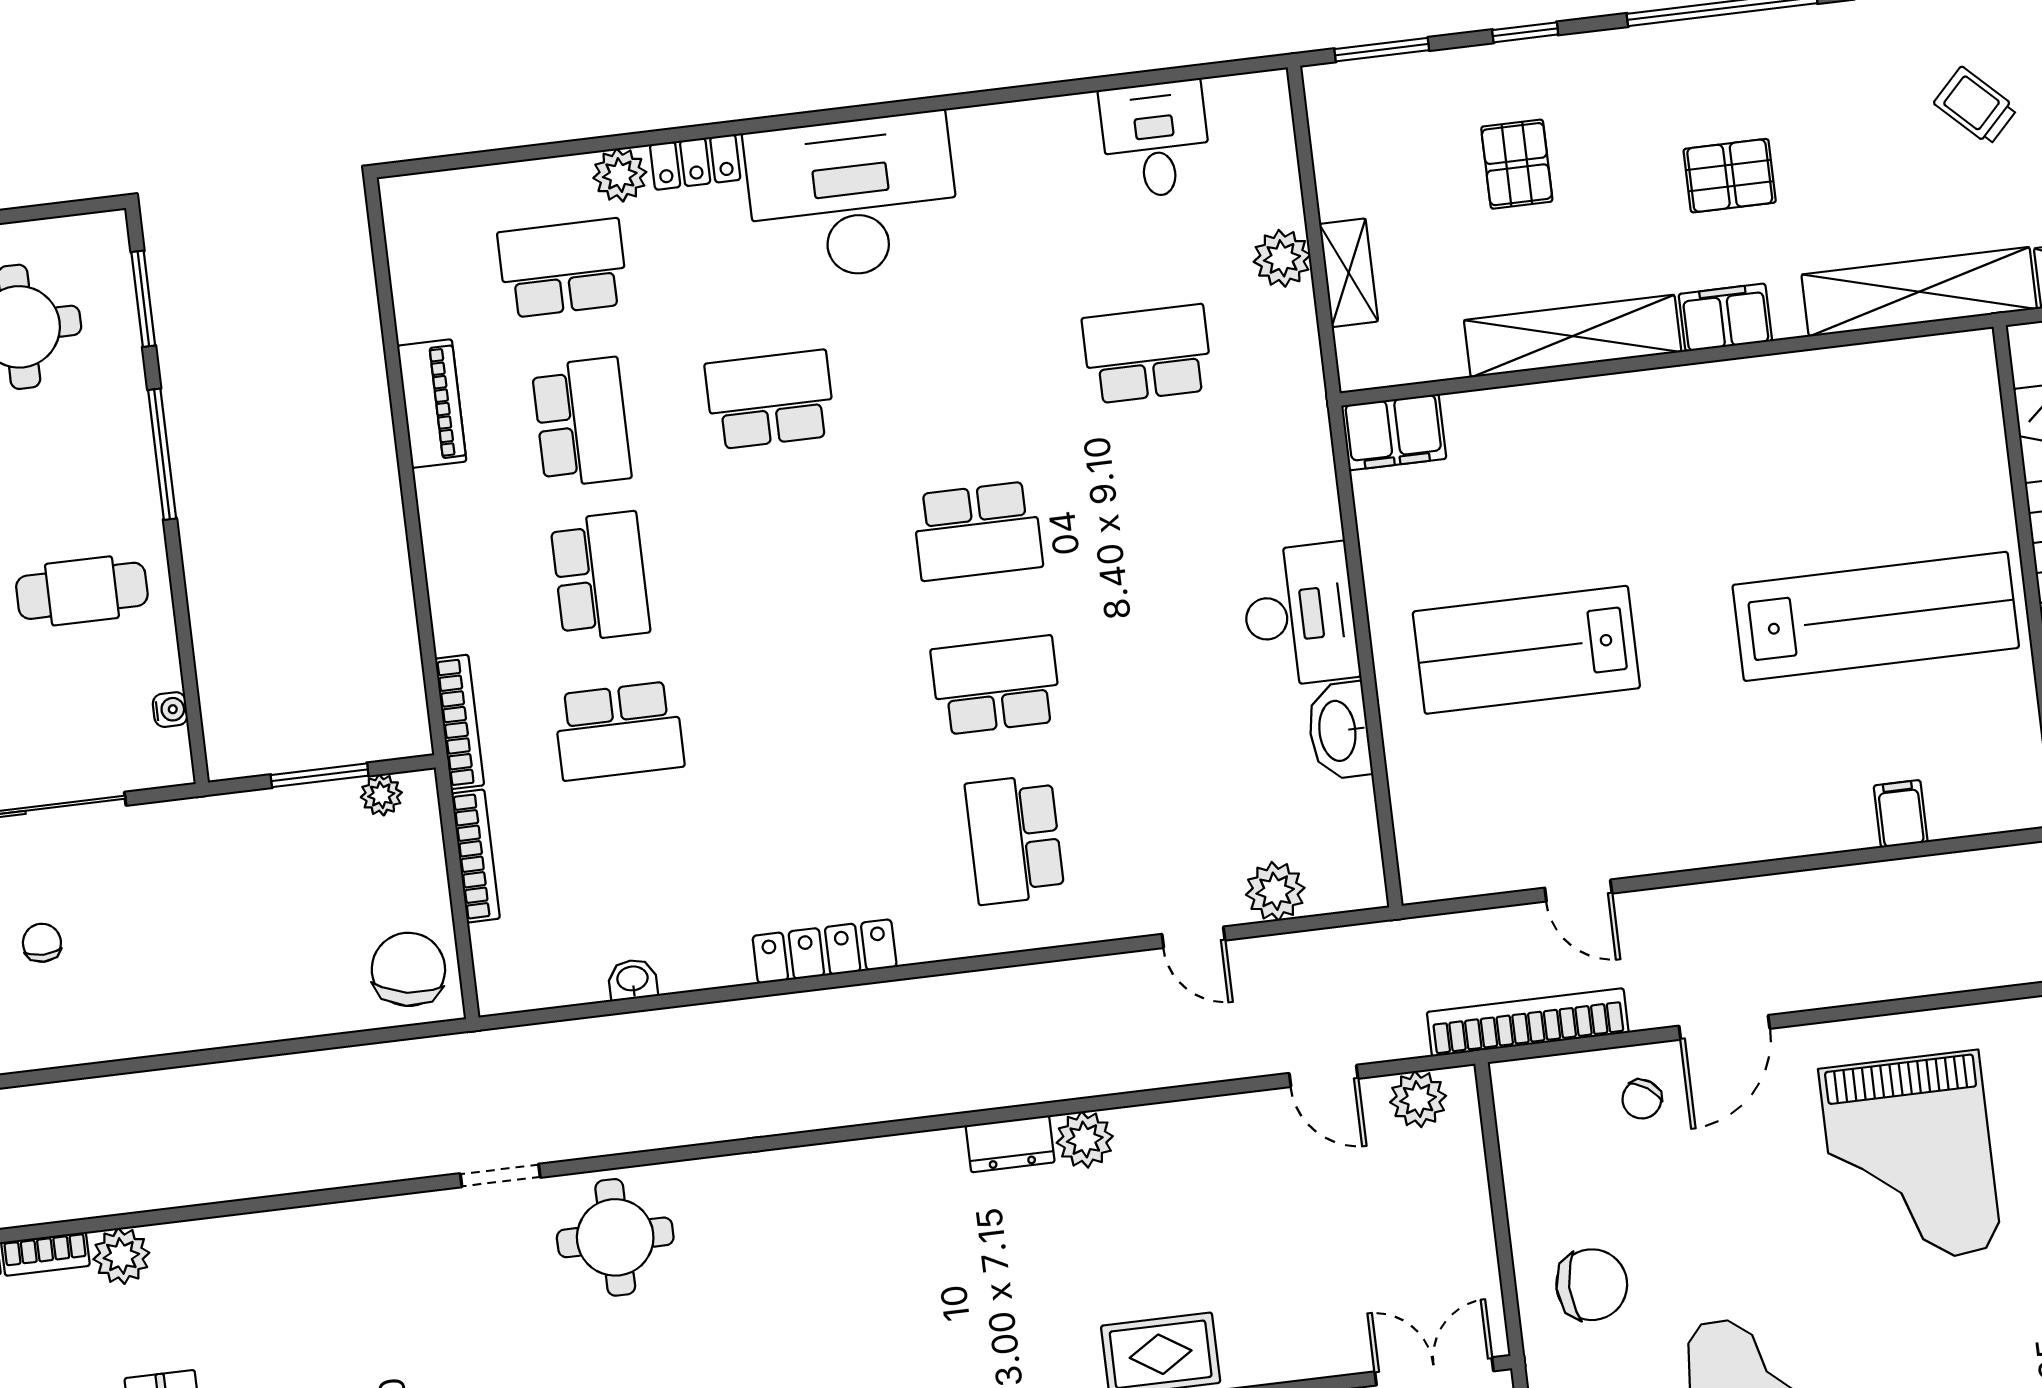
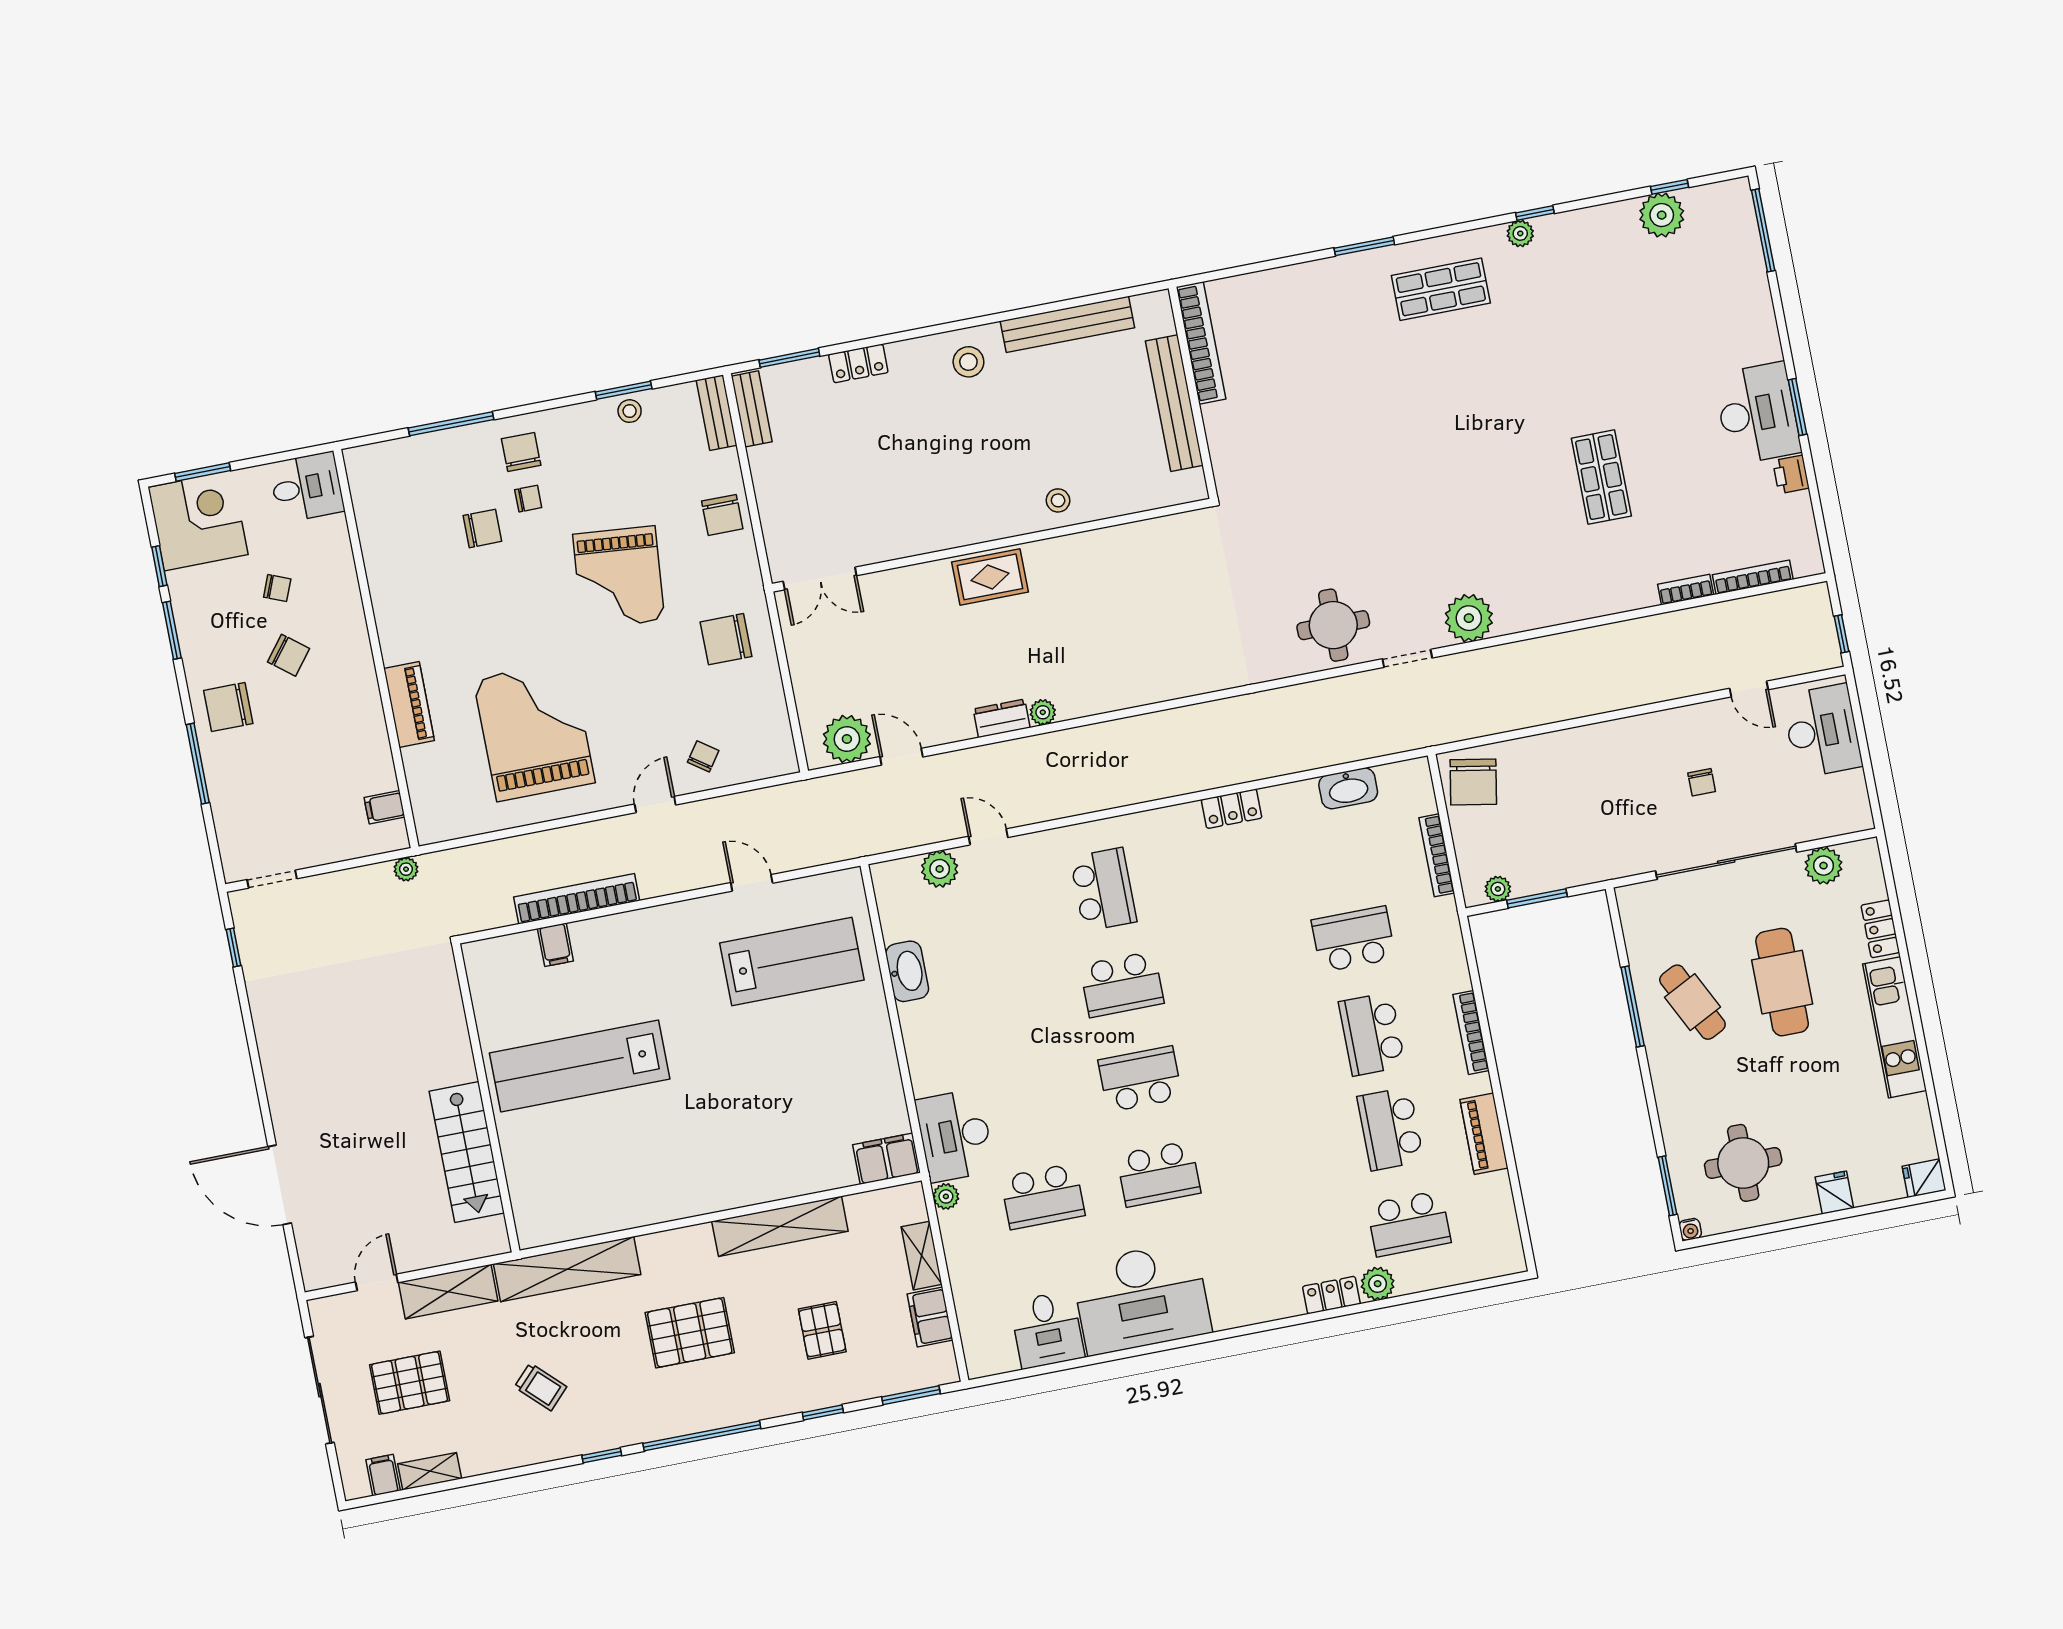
pallet: (1730, 176) -> (690, 1333), width x1.50, depth x1.42
desk: (852, 197) -> (1141, 1298), moved
plant: (1282, 258) -> (946, 1196), moved, width x0.73, depth x0.73
filing cabinet: (1725, 317) -> (930, 1317), moved, turned 90
school desk: (770, 400) -> (1159, 1174), moved
window: (162, 454) -> (1633, 1006), moved
cafe table: (82, 591) -> (1692, 1002), turned 63
desk: (1300, 615) -> (955, 1135), moved
lab bench: (1526, 650) -> (792, 962), moved
water cooler: (170, 710) -> (1690, 1229), moved, turned -90
bookcase: (460, 722) -> (1471, 1032), moved
locker: (825, 951) -> (1232, 809), width x0.66
washbasin: (633, 980) -> (1348, 788), width x1.91, depth x1.45
bookcase: (1528, 1022) -> (577, 899), moved, turned 180
door: (1724, 1027) -> (655, 805), width x0.73
plant: (1418, 1099) -> (847, 739), width x1.36, depth x1.36
plant: (1085, 1140) -> (1043, 712), width x0.73, depth x0.73
dresser: (1010, 1144) -> (1002, 718), moved
plant: (121, 1256) -> (1469, 618), moved, width x1.36, depth x1.36

